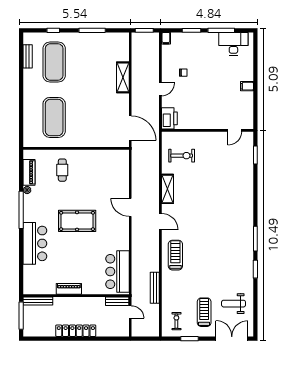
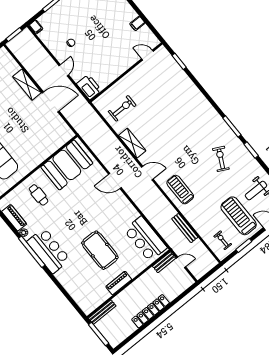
filing cabinet: (247, 86) -> (137, 23), moved
door: (130, 128) -> (51, 102), moved
door: (235, 130) -> (147, 55), swing flipped
booth: (103, 165) -> (67, 165), added
pool table: (77, 221) -> (100, 250), moved, turned 90
bar counter: (35, 243) -> (48, 251), moved
exercise bike: (226, 257) -> (221, 159), added
treadmill: (204, 312) -> (239, 216), width x1.37, depth x1.38

